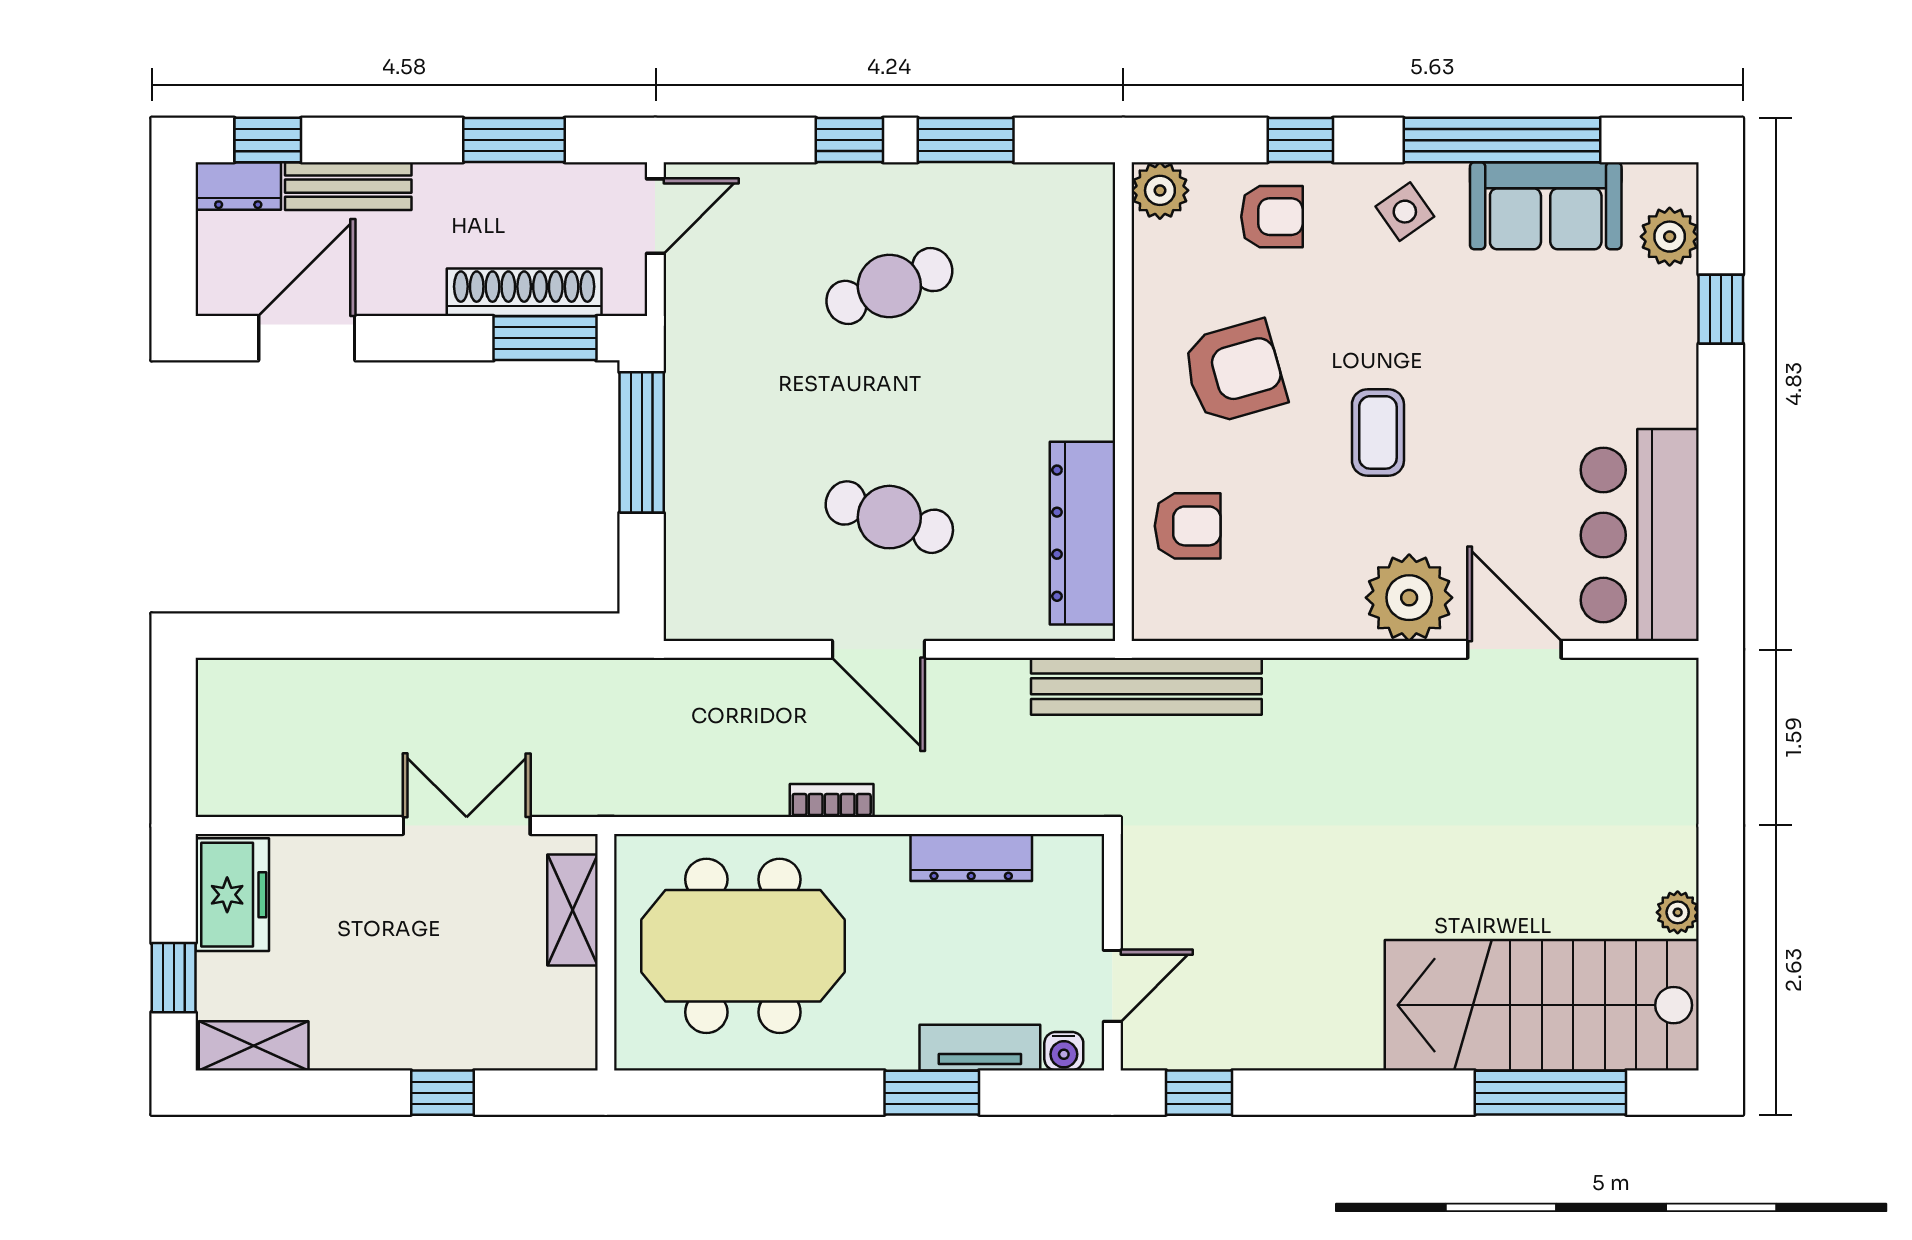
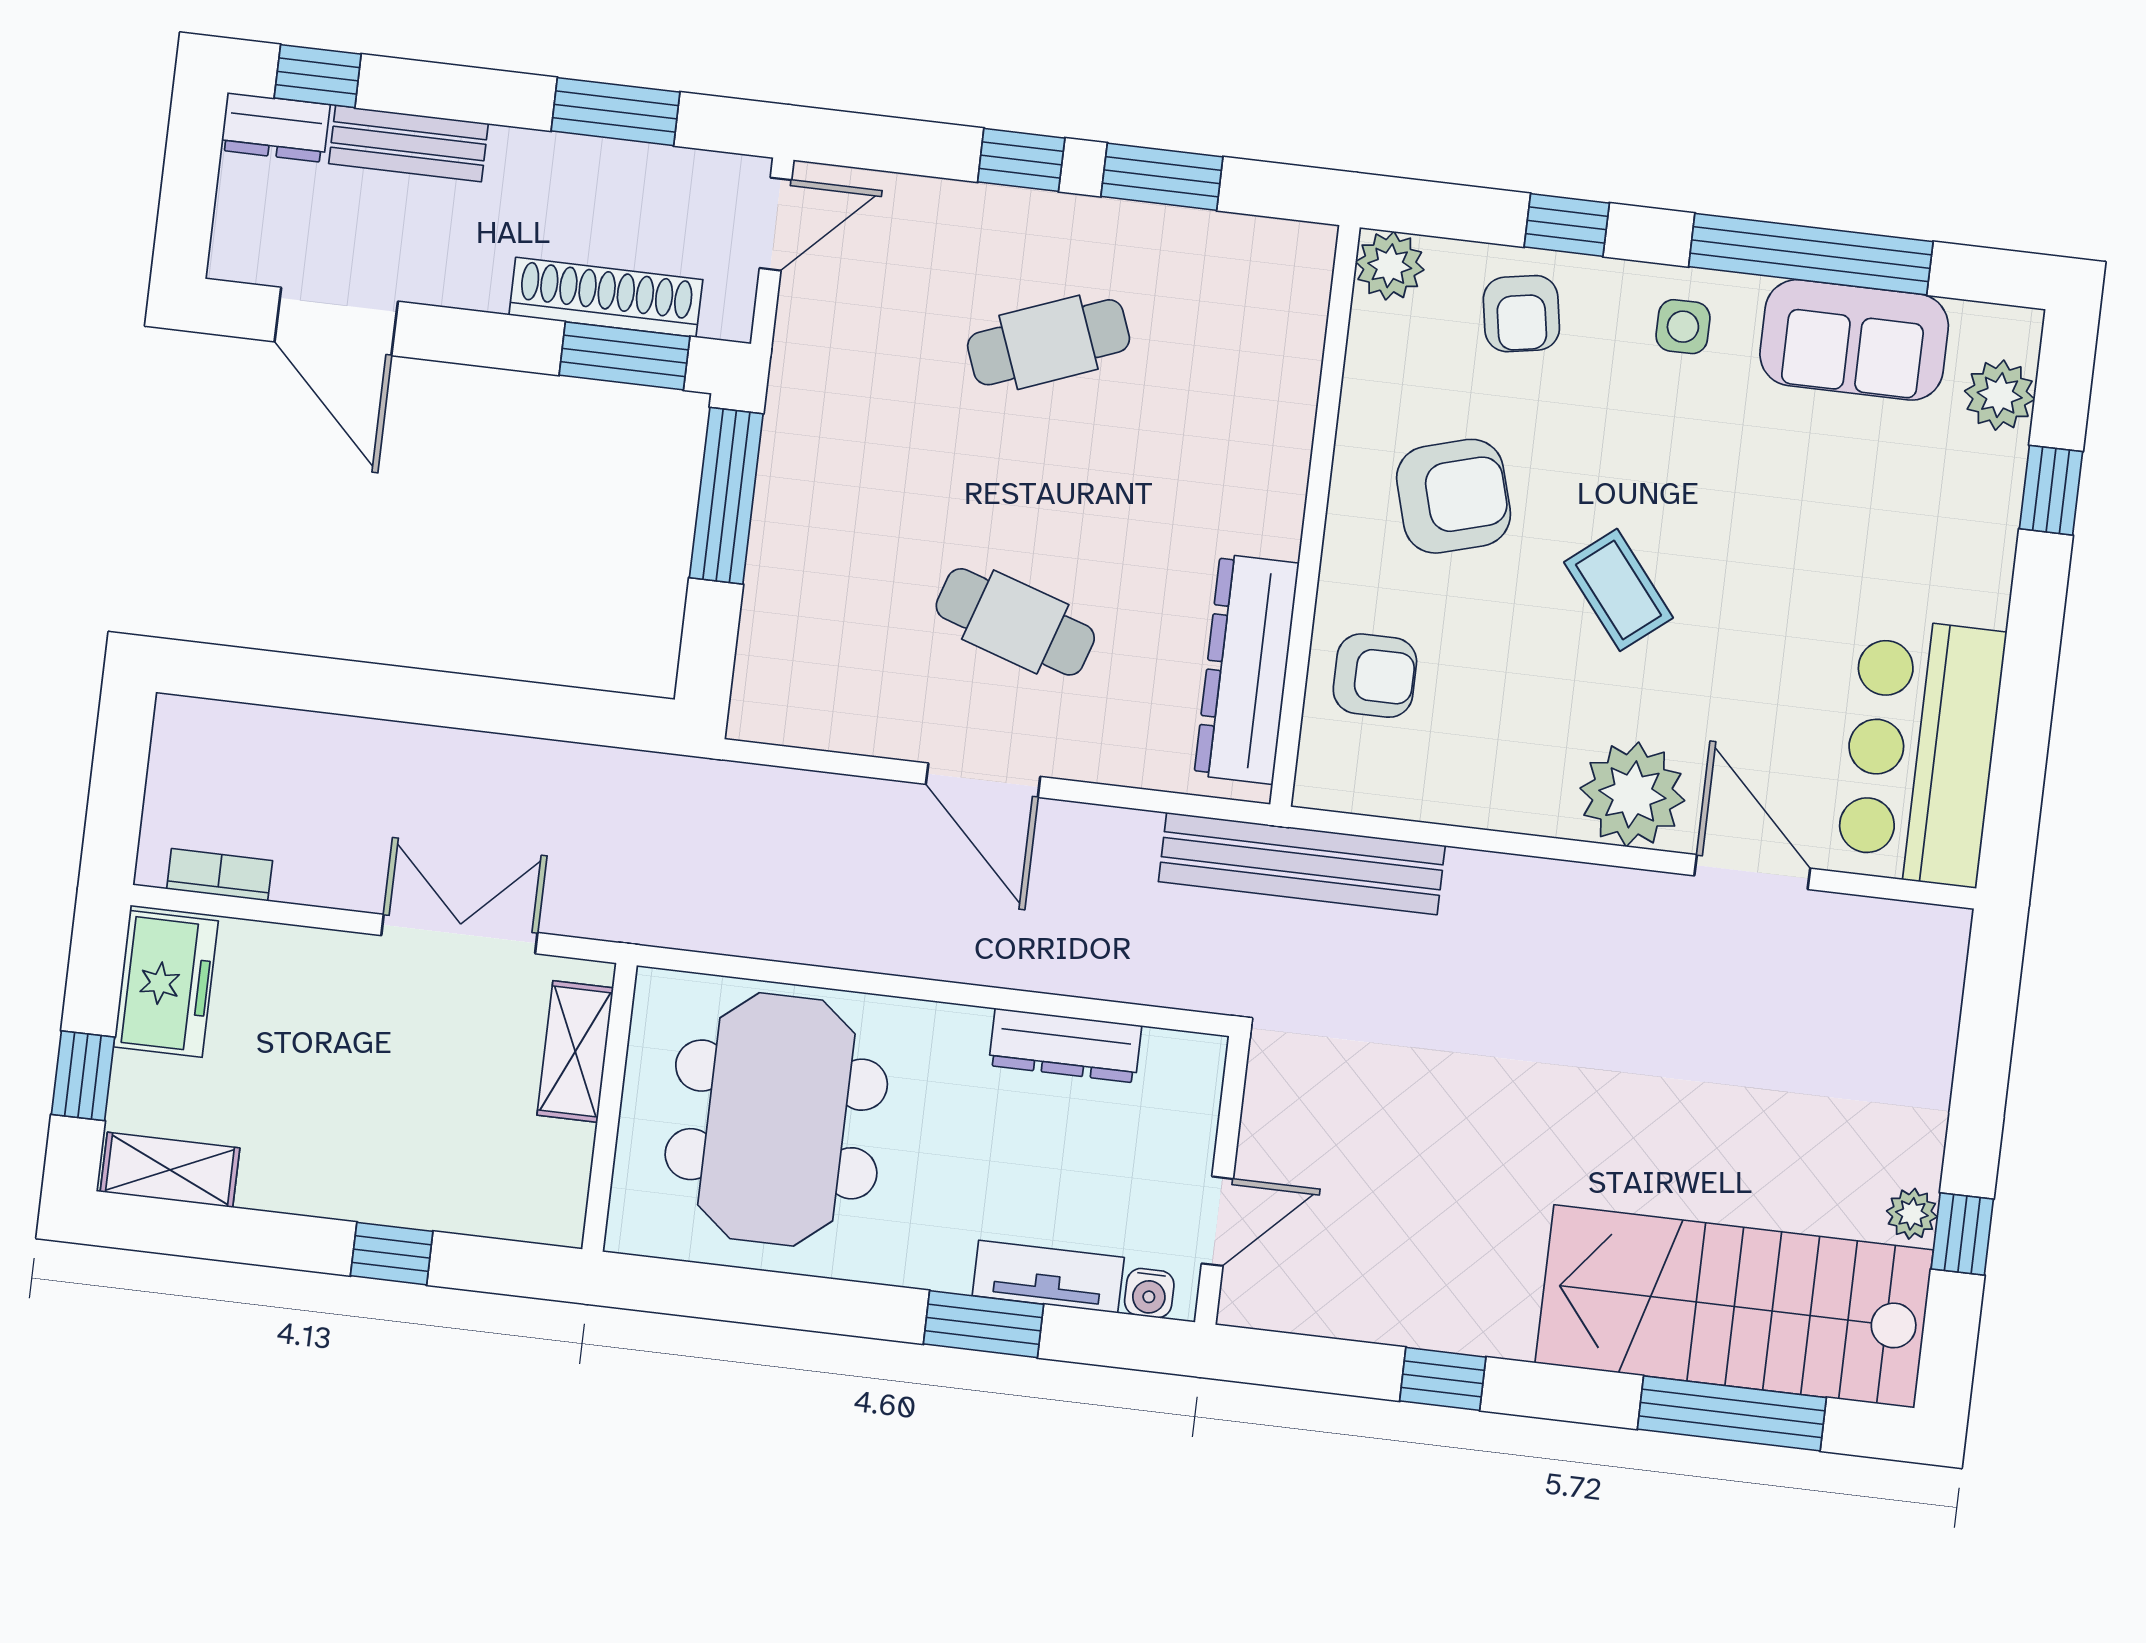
side table: (1405, 212) -> (1683, 327), turned 35
armchair: (1272, 217) -> (1521, 314), turned 80
door: (307, 338) -> (336, 321), swing flipped
coffee table: (1378, 432) -> (1618, 590), turned -39
bookcase: (832, 801) -> (220, 875), moved
window: (1721, 924) -> (1962, 1234), added
meeting table: (743, 946) -> (776, 1119), turned 90
window: (1199, 1093) -> (1443, 1379), moved

